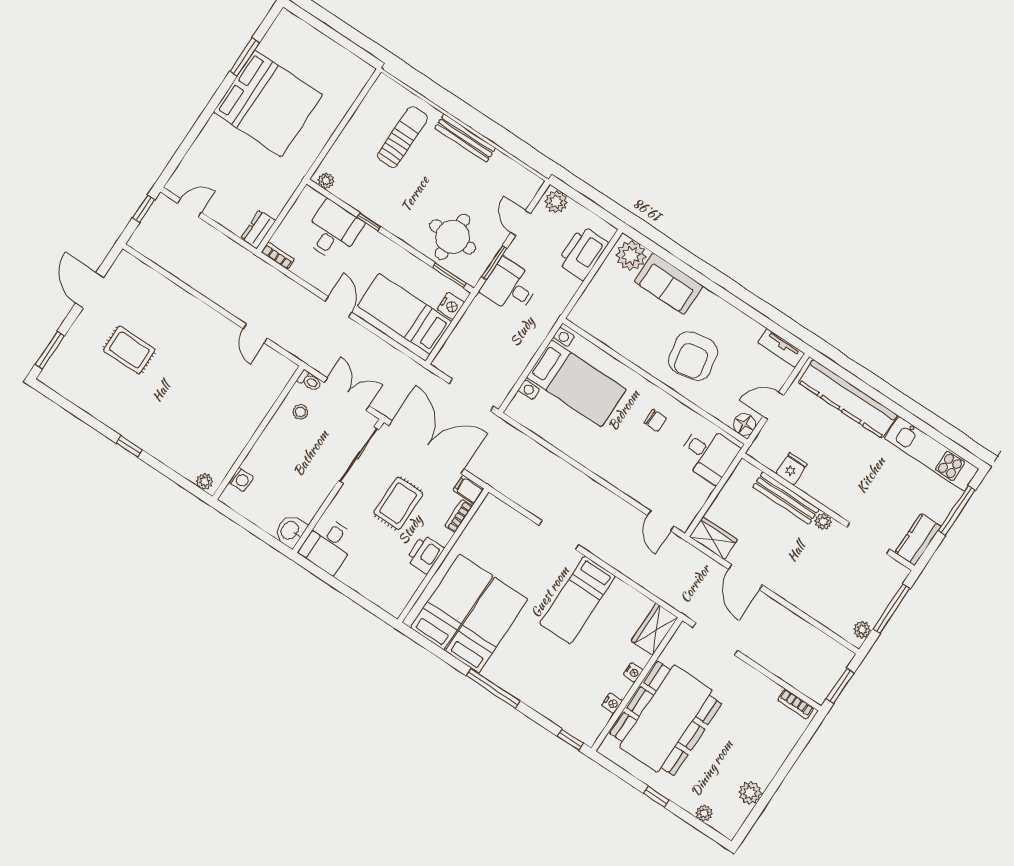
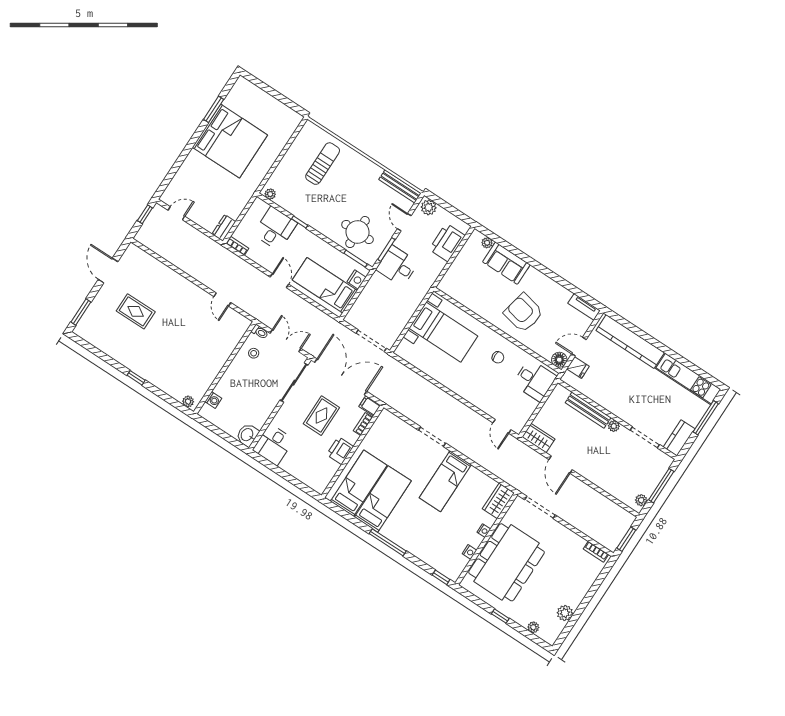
bench: (465, 138) -> (400, 186), moved
plant: (631, 256) -> (487, 243), width x0.53, depth x0.53
armchair: (693, 356) -> (524, 313), turned 112
fridge: (792, 469) -> (578, 368), moved, turned 90

